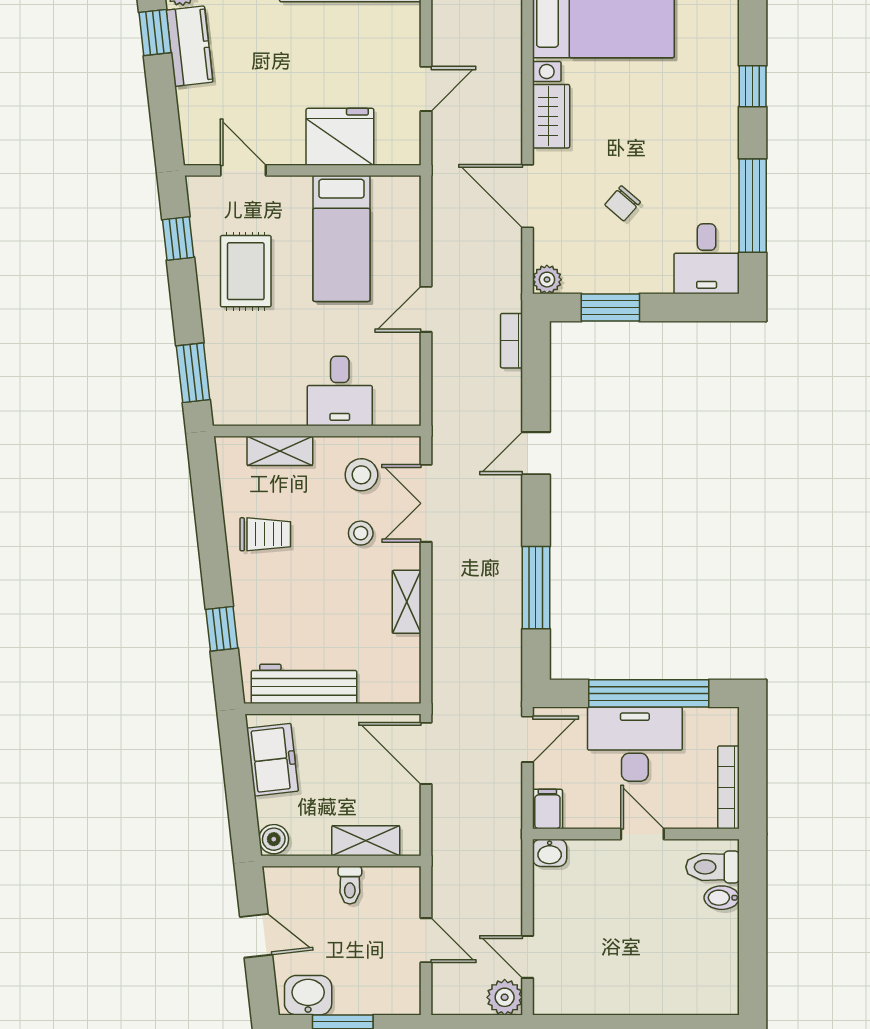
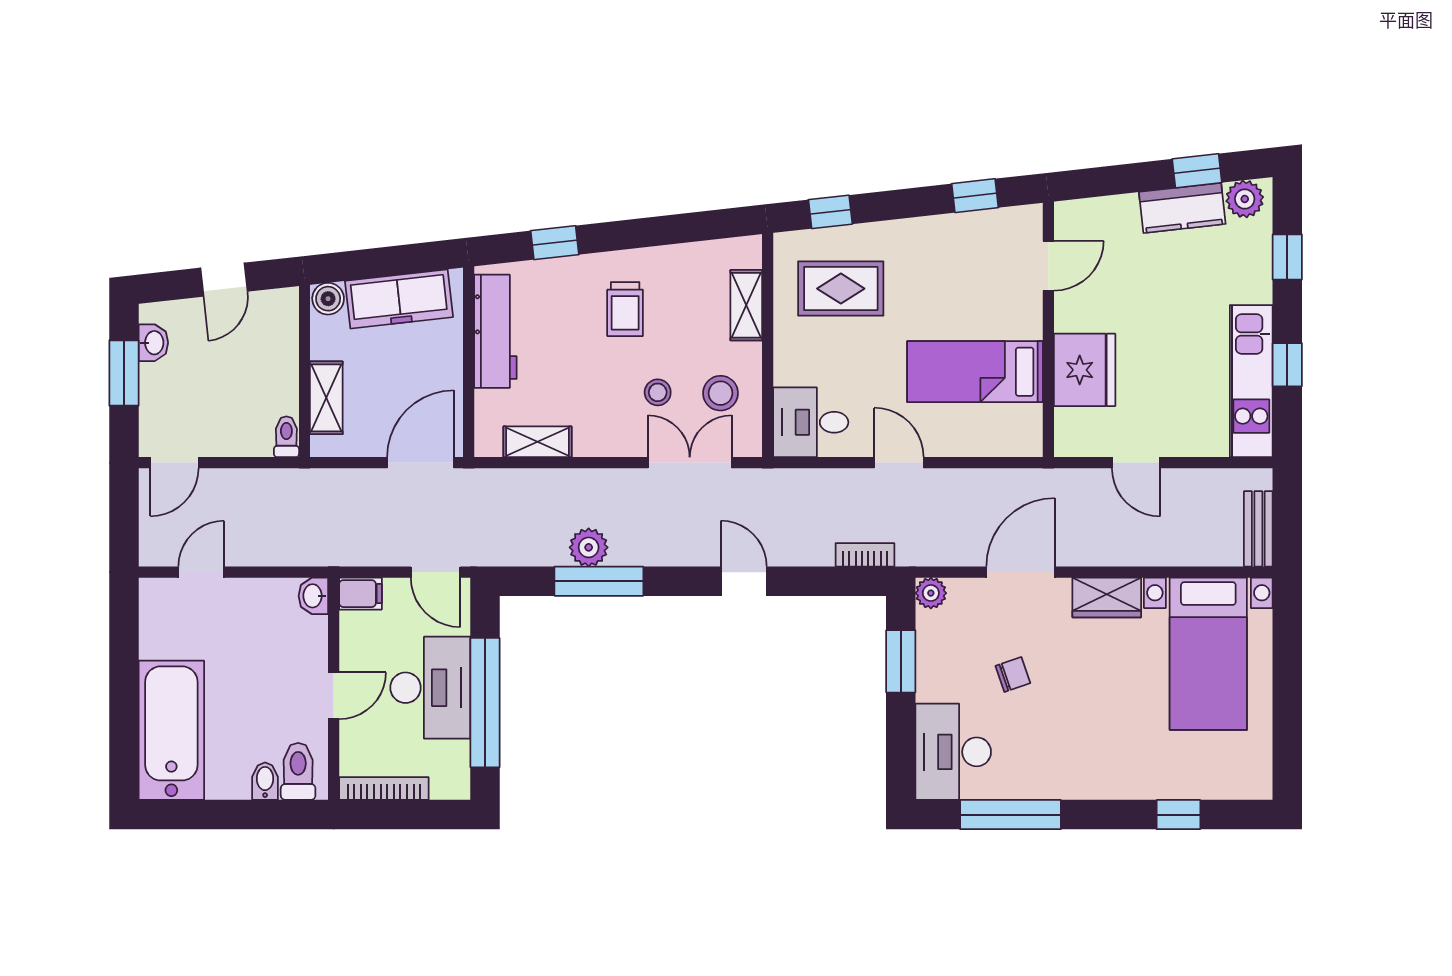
window: (753, 86) -> (1178, 815), moved
chair: (623, 203) -> (1013, 674), turned 120
desk: (707, 259) -> (953, 752), width x1.37
rug: (246, 271) -> (841, 289), moved
window: (193, 373) -> (830, 212), width x0.67
desk: (340, 391) -> (811, 422), moved
trolley: (265, 534) -> (625, 309), moved
shelving: (407, 602) -> (537, 442), moved
freezer: (272, 760) -> (399, 299), width x1.40
toilet: (350, 885) -> (286, 437), moved, turned 90
door: (426, 940) -> (174, 463), moved
bathtub: (674, 985) -> (171, 730), added
washbasin: (308, 995) -> (153, 343), width x0.72, depth x0.69
plant: (505, 997) -> (589, 547), moved

